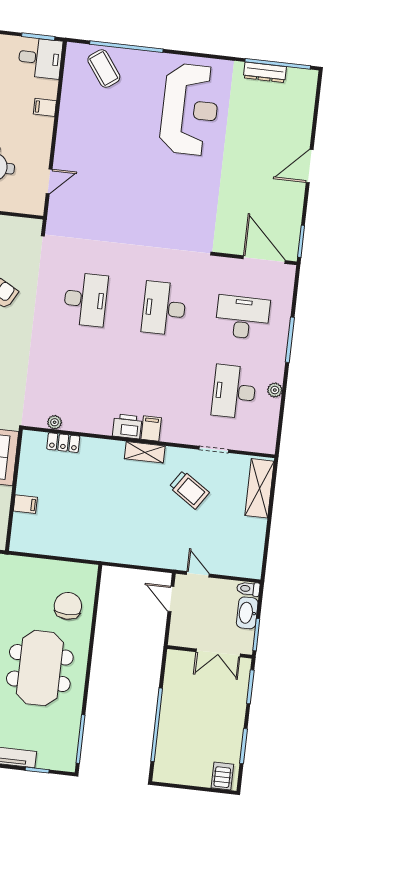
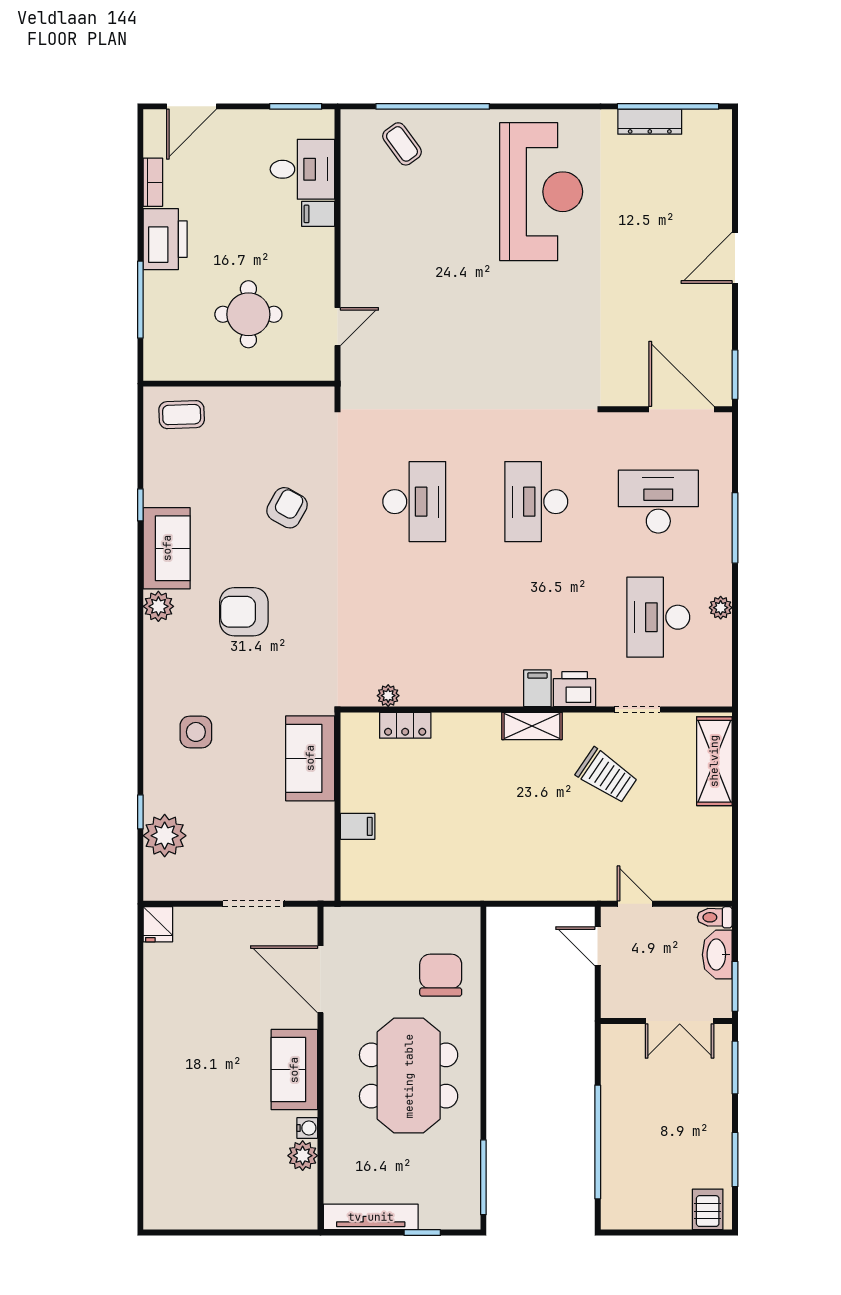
desk: (40, 58) -> (302, 169), moved
coffee table: (104, 69) -> (402, 144), width x0.73, depth x0.77
printer: (127, 426) -> (575, 689), moved

